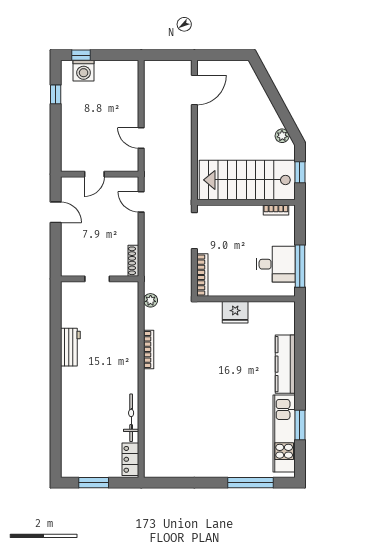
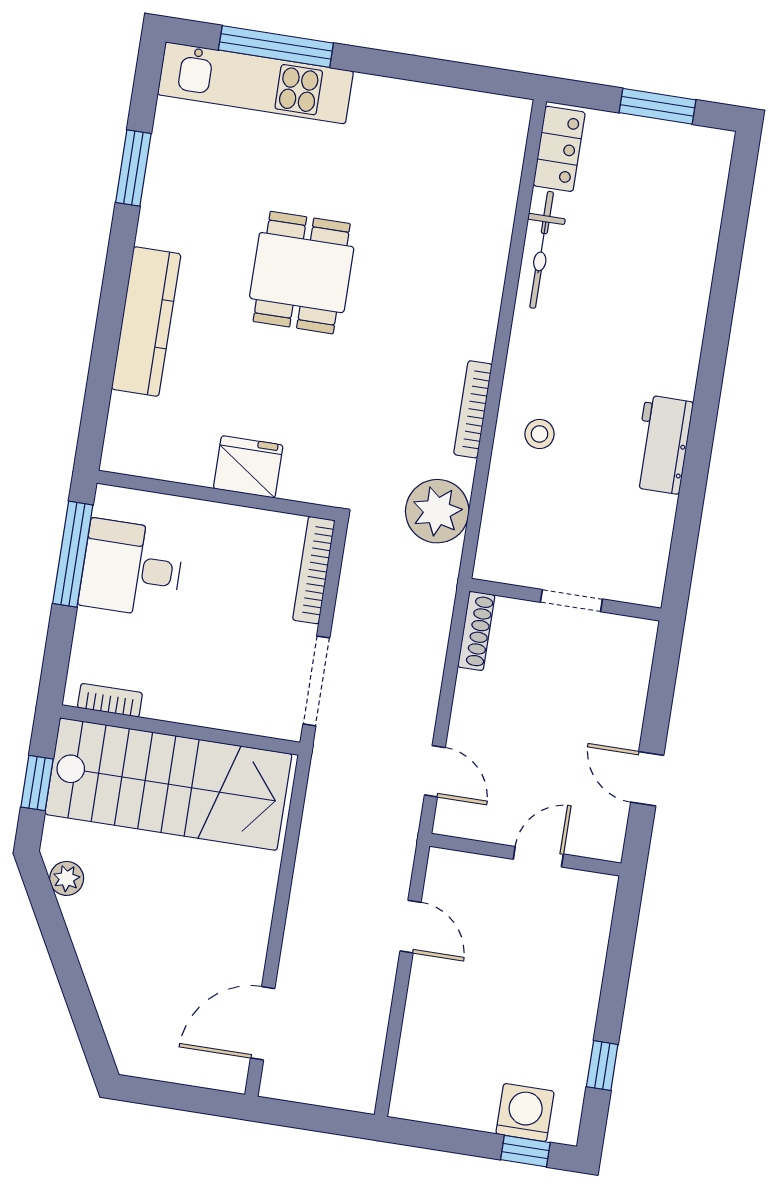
plant: (151, 300) -> (437, 511), width x1.88, depth x1.88
stool: (120, 344) -> (539, 434), added
dining table: (226, 394) -> (302, 273), added
kitchen unit: (284, 433) -> (255, 83), moved, turned 90

